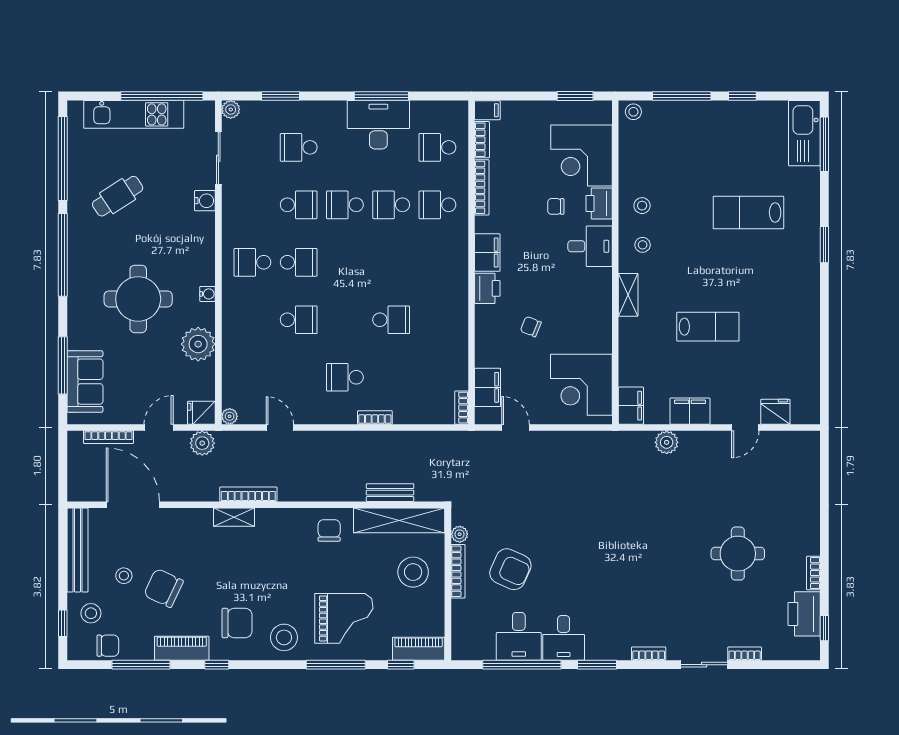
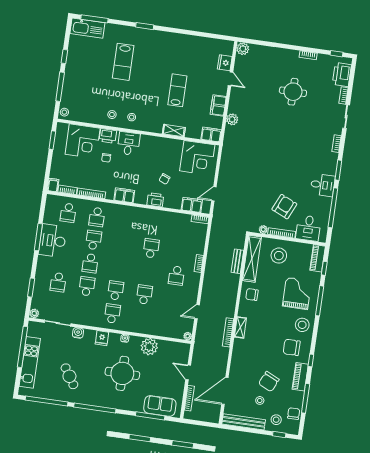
school desk: (391, 205) -> (93, 240), turned 180
school desk: (252, 262) -> (112, 314), turned 180
printer: (487, 288) -> (155, 200), moved
shelving: (628, 295) -> (174, 131), moved
fridge: (201, 413) -> (102, 338), moved
plant: (202, 443) -> (243, 49), moved
shelving: (234, 517) -> (240, 327), moved
printer: (804, 614) -> (342, 75), moved, turned 90
chair: (237, 623) -> (292, 347), turned -90
desk: (519, 636) -> (308, 228), moved, turned 90

